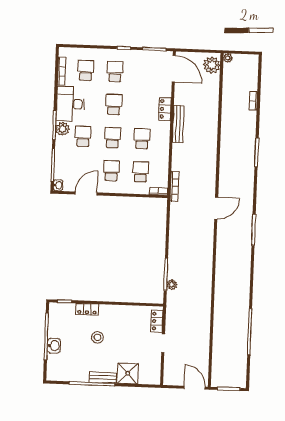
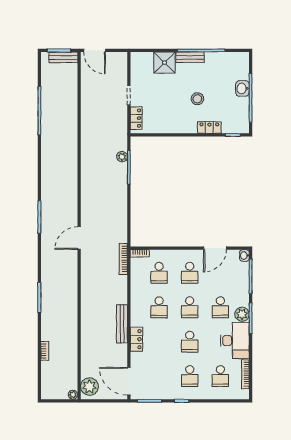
bench: (225, 382) -> (63, 57), added

